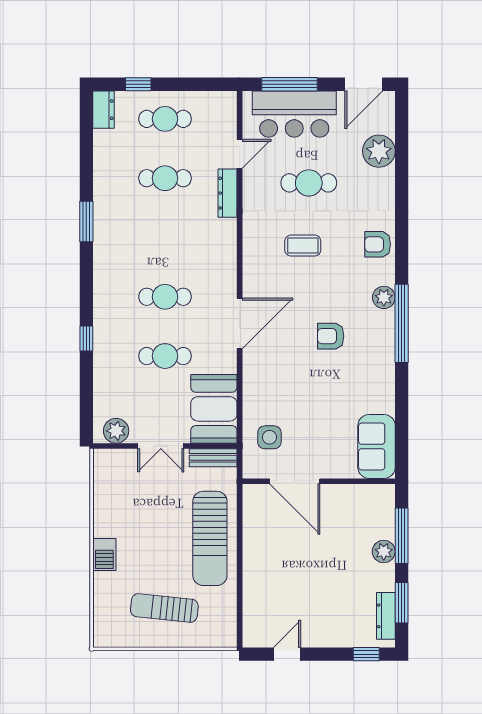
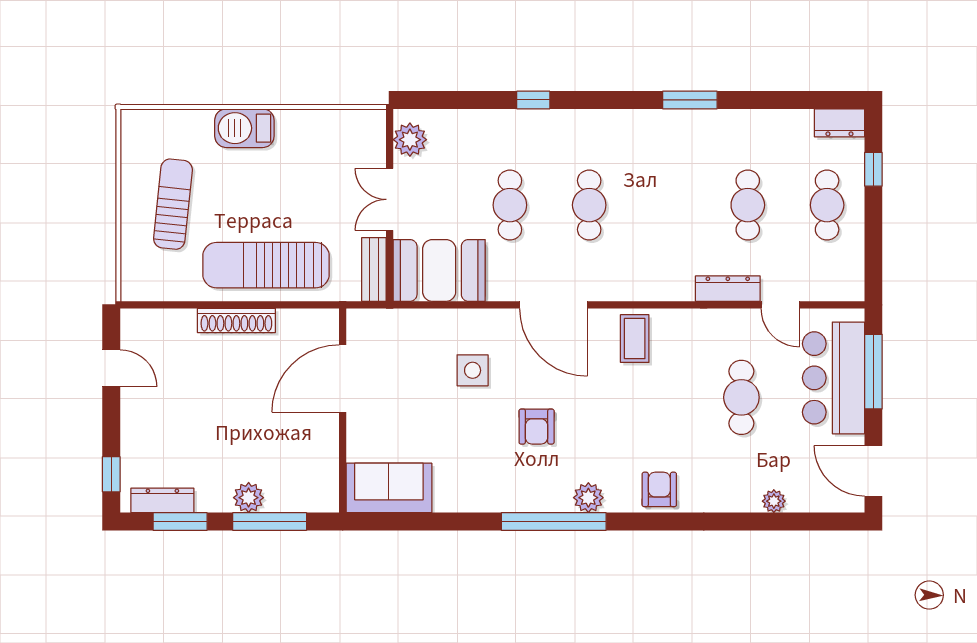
plant: (379, 151) -> (774, 501), width x0.53, depth x0.53
coffee table: (303, 246) -> (635, 339), moved
armchair: (331, 336) -> (537, 427), turned 180
side table: (269, 437) -> (473, 370), moved
barbecue: (104, 555) -> (244, 128), width x1.38, depth x1.27
shoe rack: (251, 561) -> (236, 320), added

